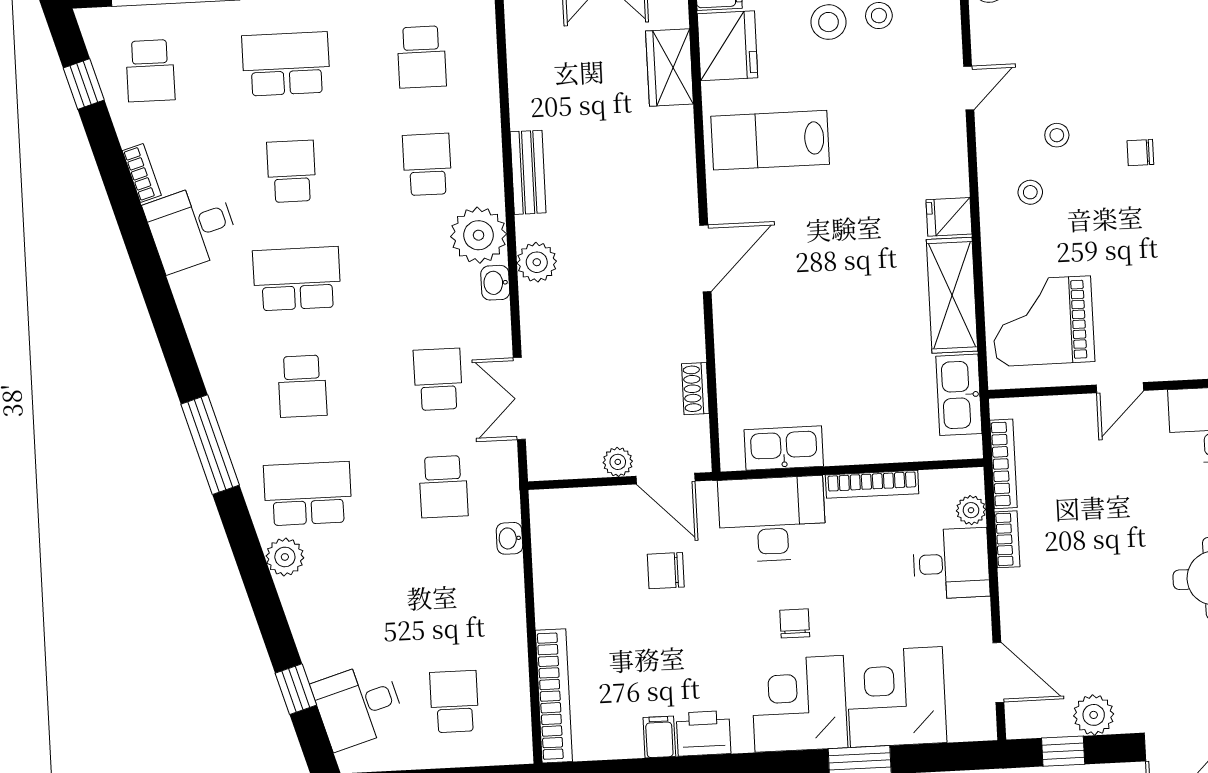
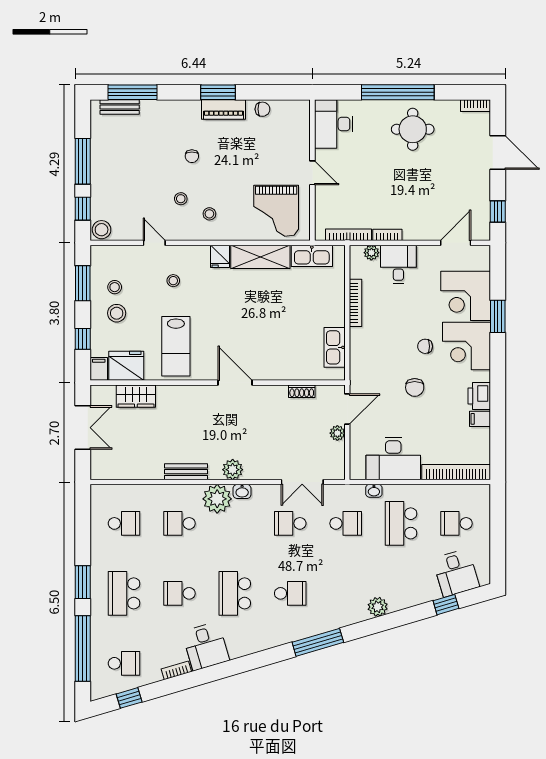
stool: (897, 129) -> (173, 281), added
school desk: (308, 494) -> (401, 523), moved
desk: (772, 519) -> (393, 459), moved, turned -90
chair: (666, 571) -> (415, 387), moved
plant: (1094, 715) -> (480, 195), removed

